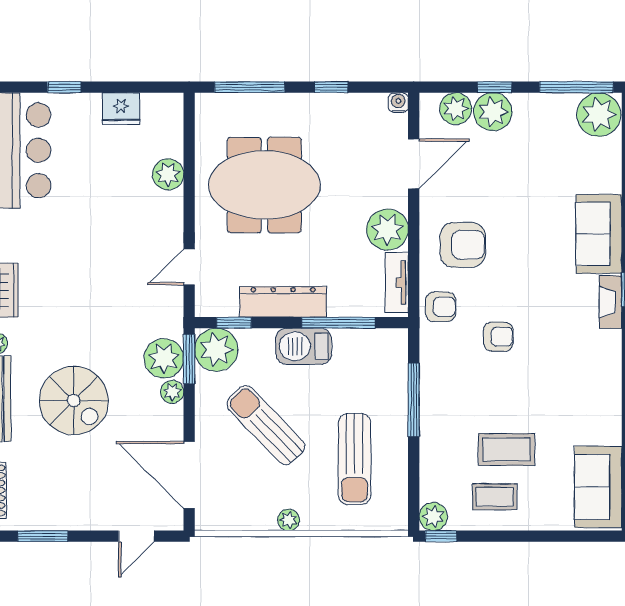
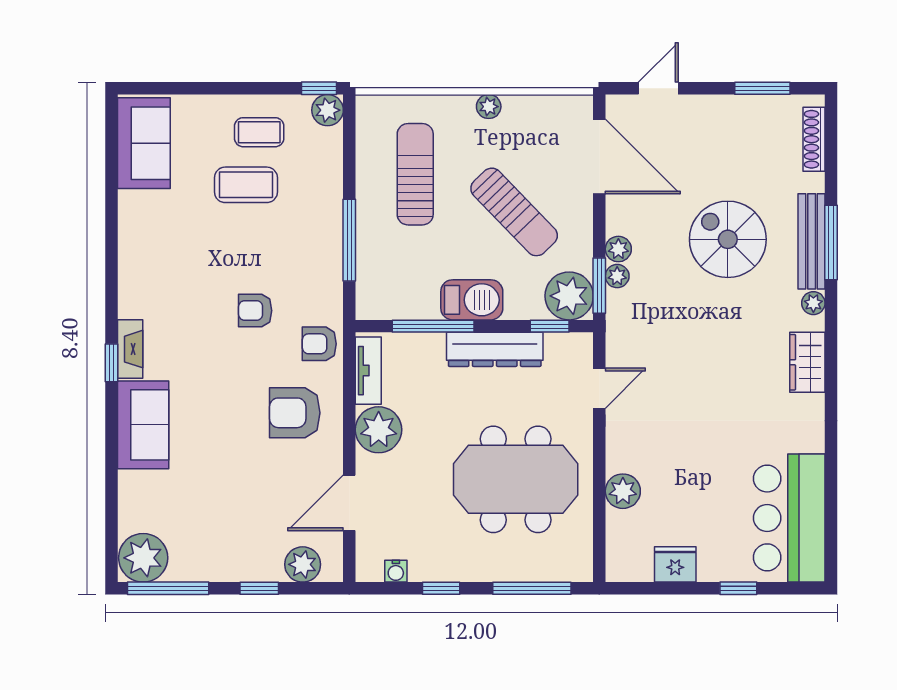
water cooler: (398, 103) -> (396, 571), moved
plant: (493, 112) -> (261, 561), removed
plant: (164, 358) -> (617, 276), width x0.53, depth x0.53

